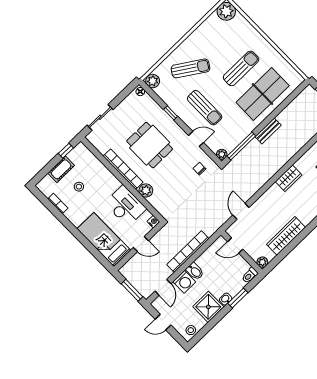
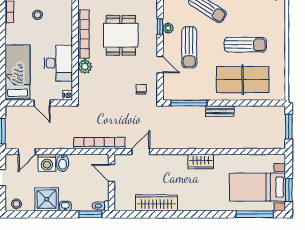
plant: (222, 154) -> (168, 28), moved
bookcase: (188, 252) -> (99, 143), moved
plant: (262, 262) -> (120, 205), removed
window: (238, 298) -> (90, 214), moved

